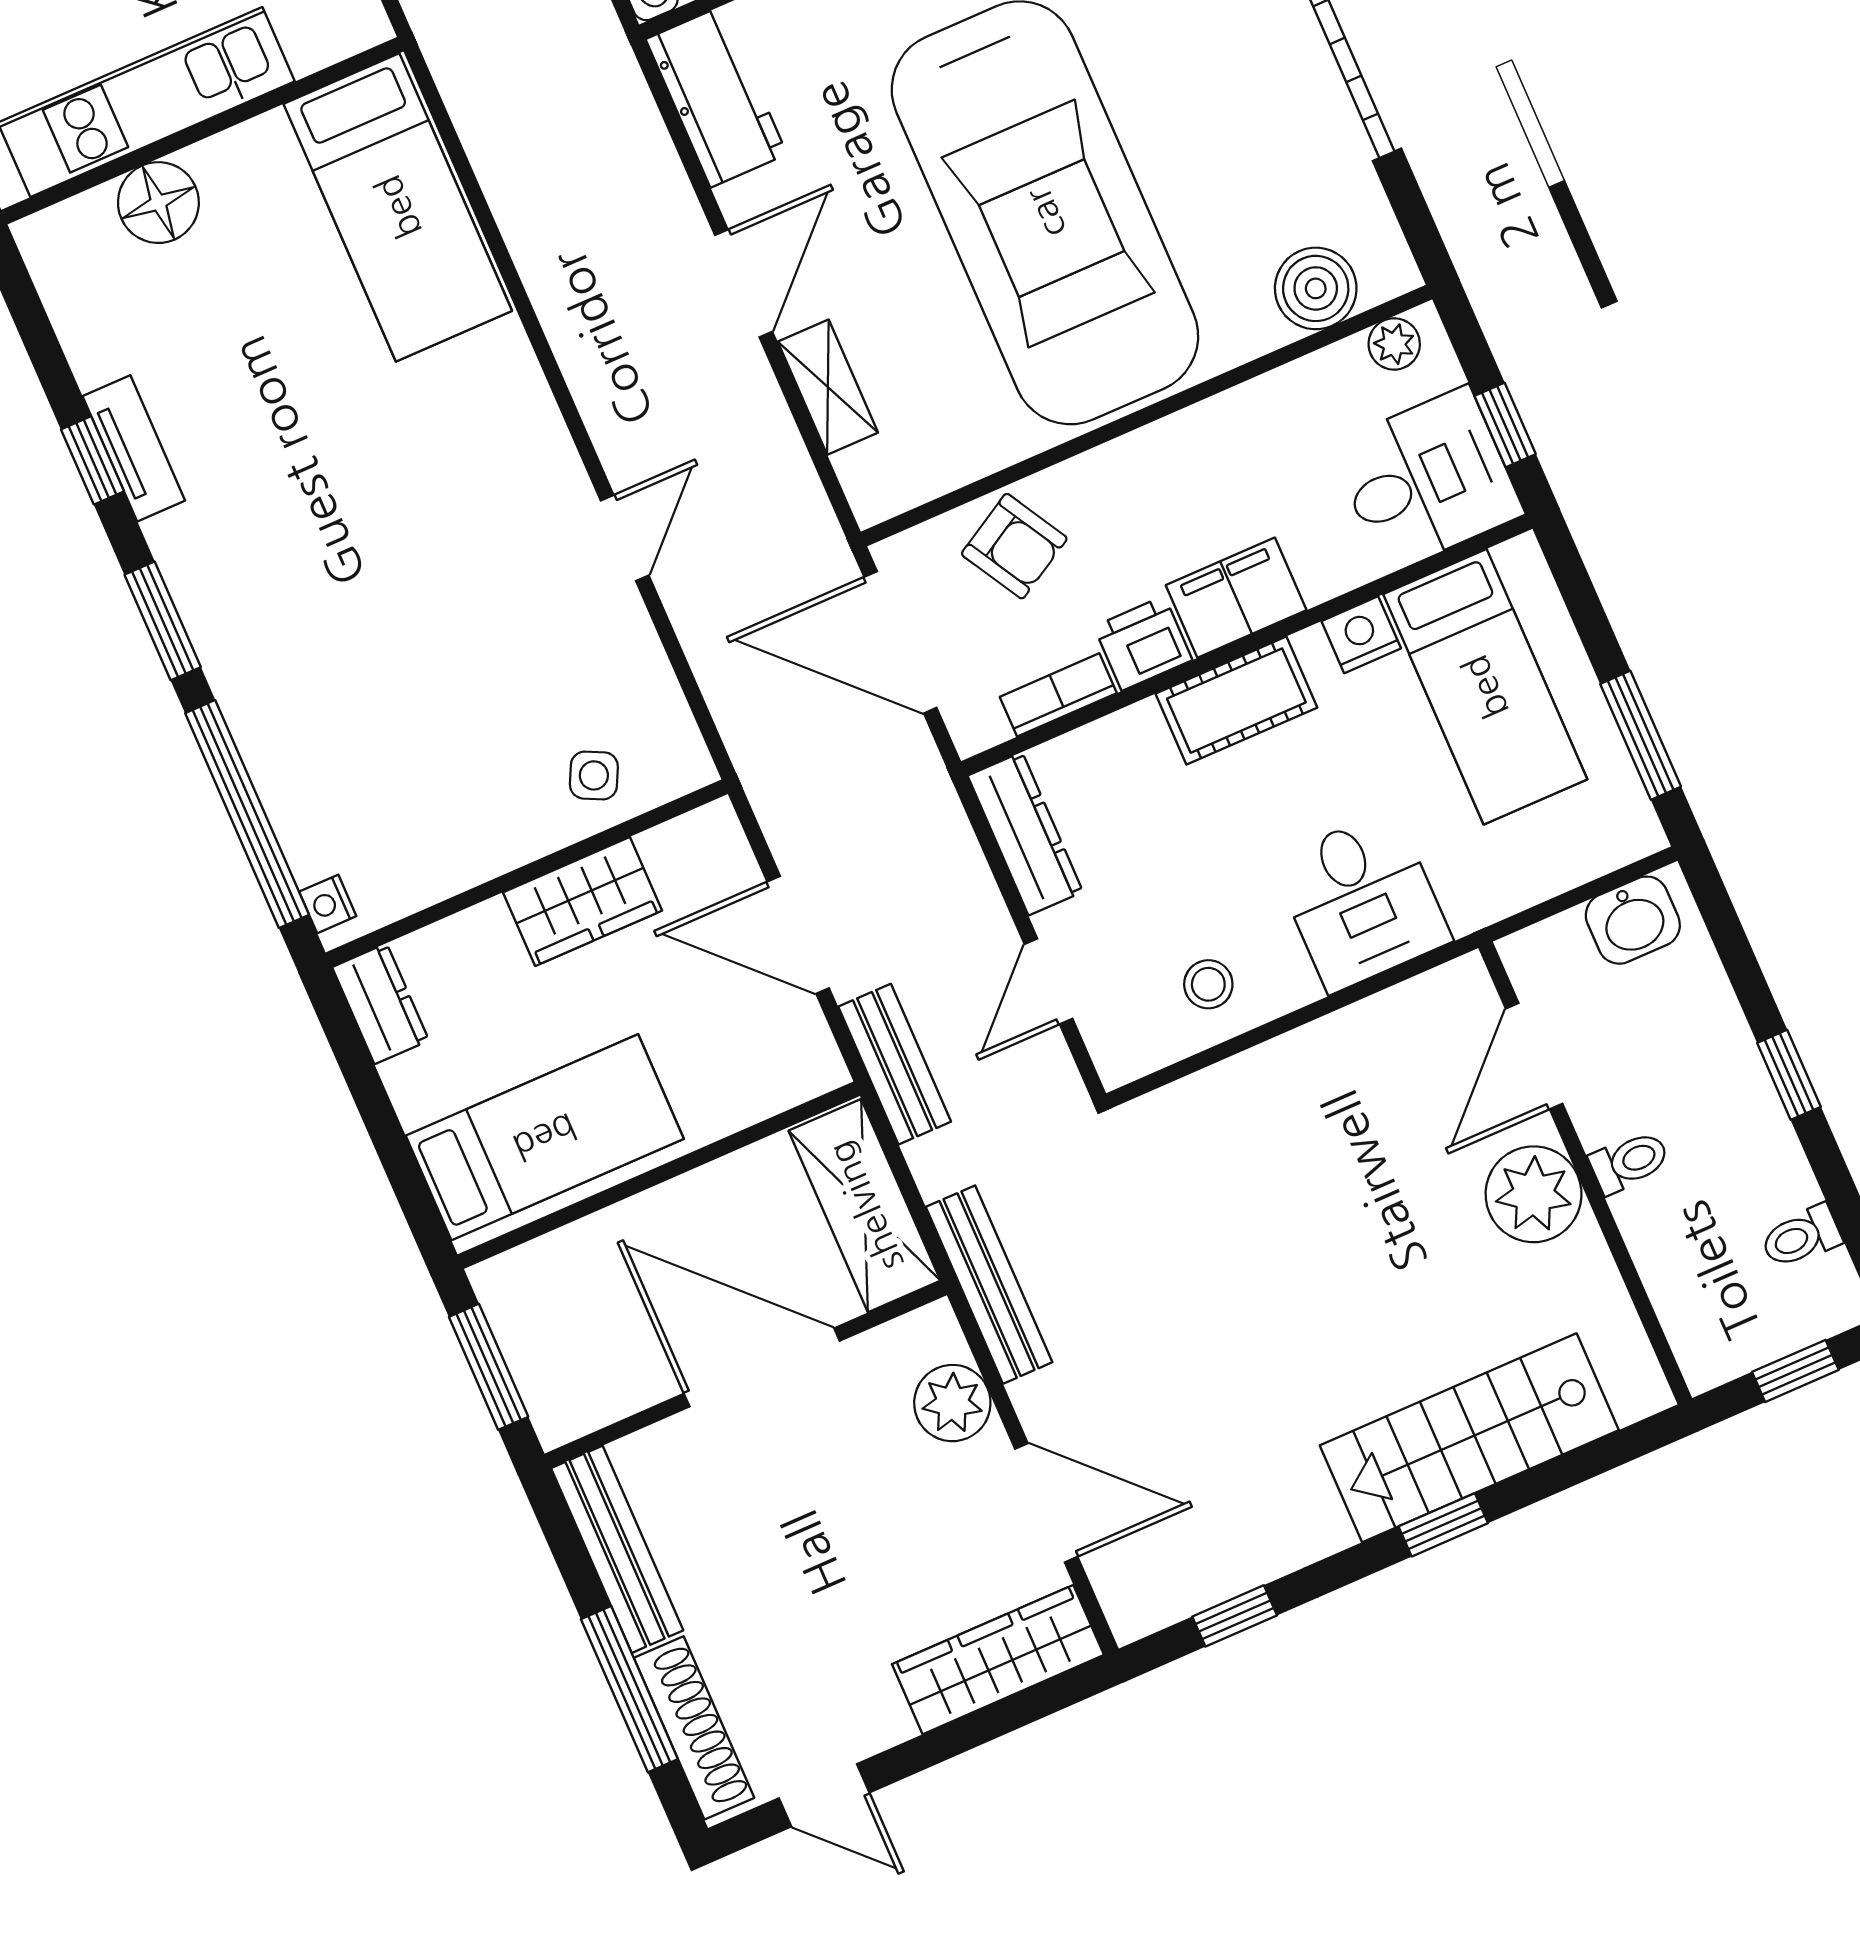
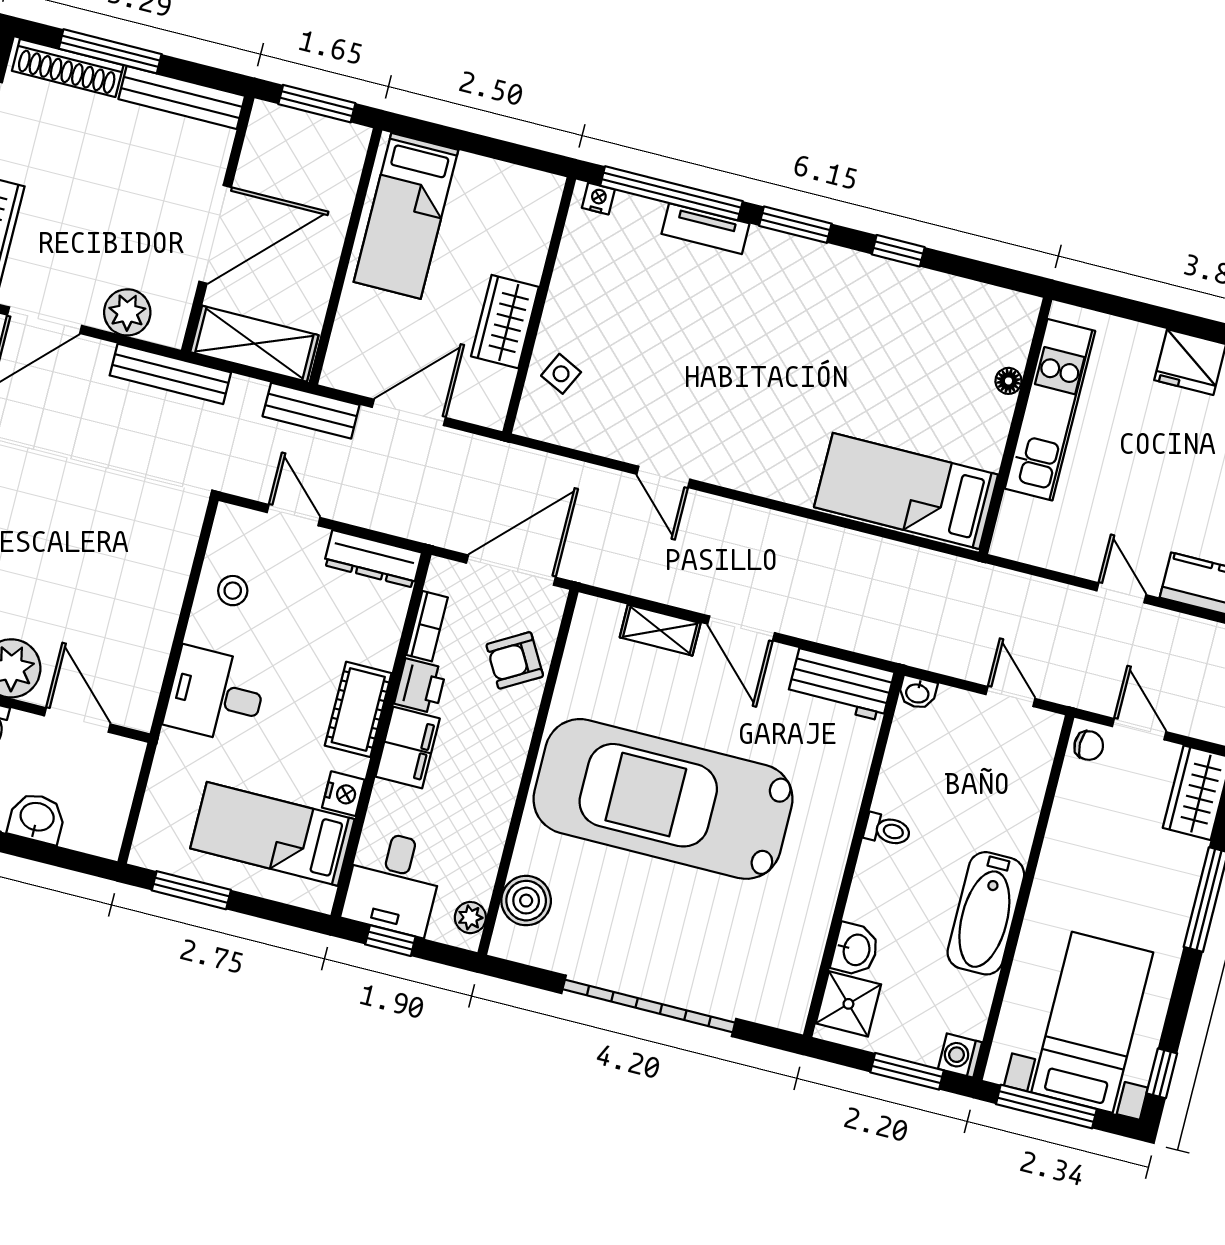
floor lamp: (158, 203) -> (1008, 381), width x0.53, depth x0.53
tv unit: (134, 448) -> (705, 229), moved
washbasin: (1633, 920) -> (37, 818), moved, turned 90
dresser: (381, 1004) -> (531, 187), removed

